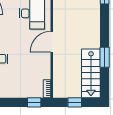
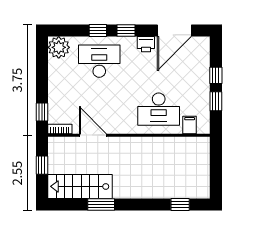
door: (52, 42) -> (93, 135), moved

